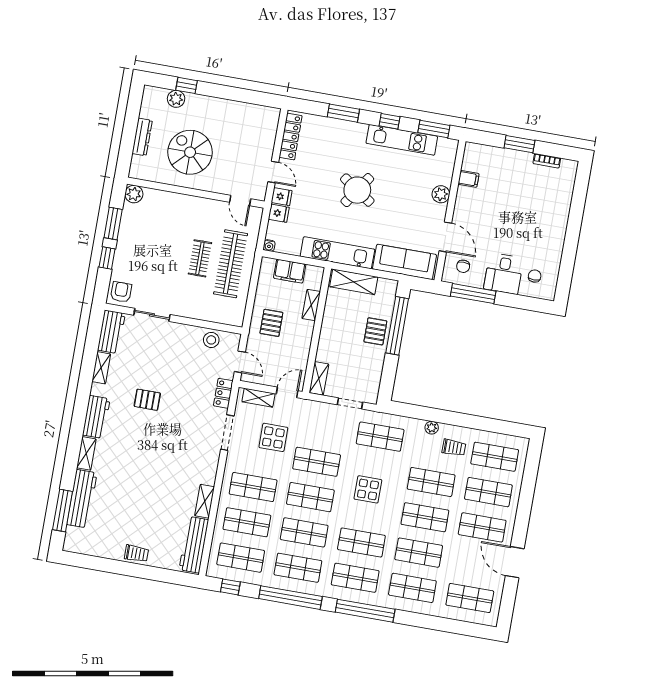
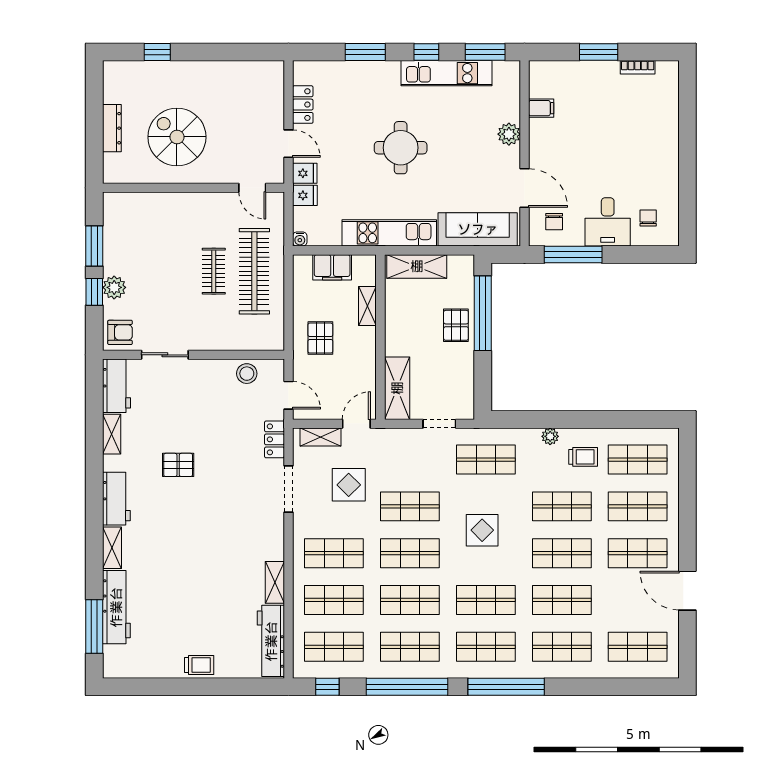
plant: (176, 99) -> (147, 72), removed
locker: (291, 137) -> (303, 105), width x0.66
round table: (357, 190) -> (401, 148), turned -34
plant: (134, 194) -> (114, 287), moved
armchair: (121, 292) -> (120, 332), turned 90
shelving: (319, 378) -> (397, 388), width x1.50, depth x1.33

